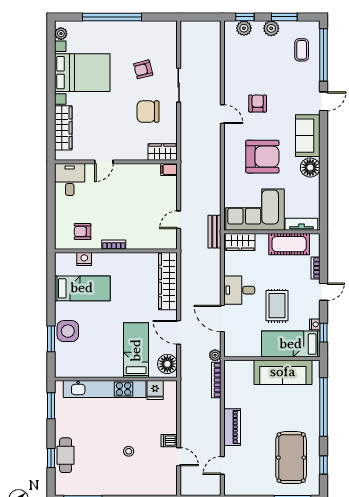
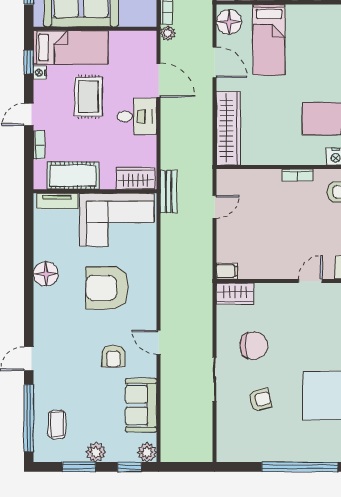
plant: (244, 28) -> (147, 452), moved
sofa: (308, 136) -> (141, 405), moved, turned 180

